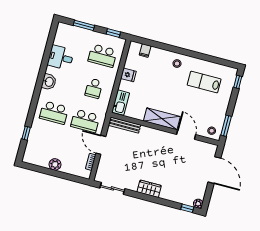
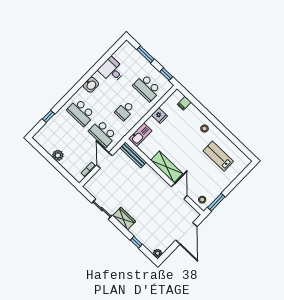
window: (238, 82) -> (246, 171), removed
sliding door: (112, 188) -> (102, 209), moved
window: (187, 208) -> (136, 242), moved

